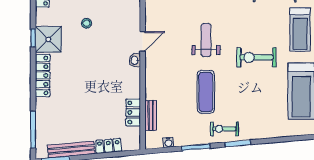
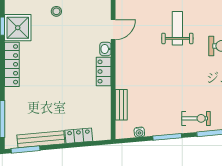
exercise mat: (206, 92) -> (177, 81), removed
locker: (133, 112) -> (104, 72), moved
exercise bike: (224, 129) -> (196, 118), turned 180

